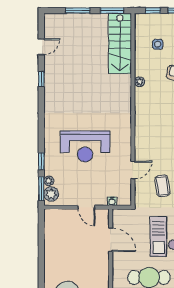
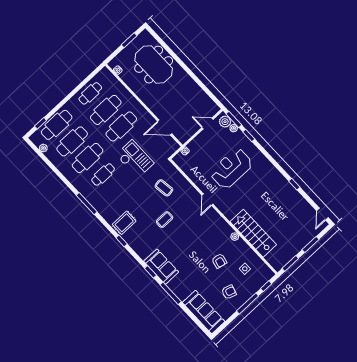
stairs: (120, 43) -> (253, 233), moved
door: (41, 47) -> (322, 214), moved
door: (133, 170) -> (207, 200), moved
door: (86, 207) -> (207, 124), moved

